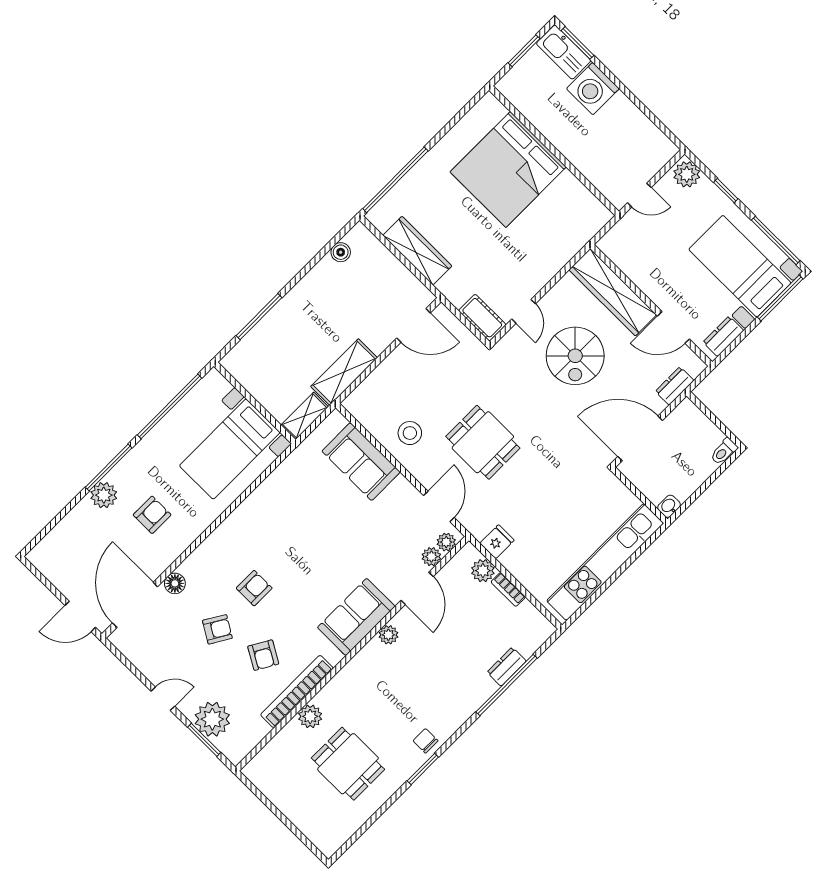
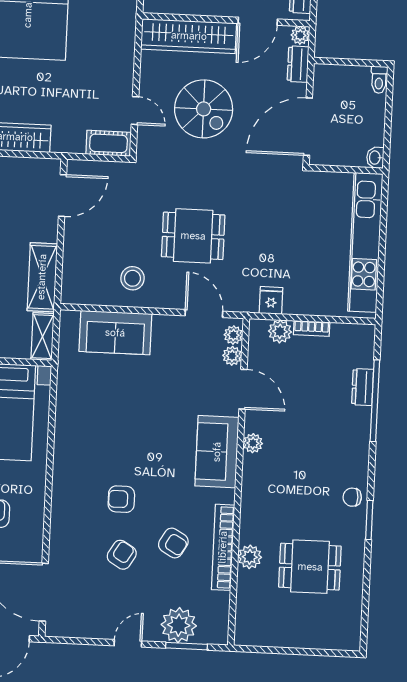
plant: (695, 366) -> (300, 35), added
floor lamp: (175, 583) -> (59, 549), removed
armchair: (254, 588) -> (121, 499), turned -90

